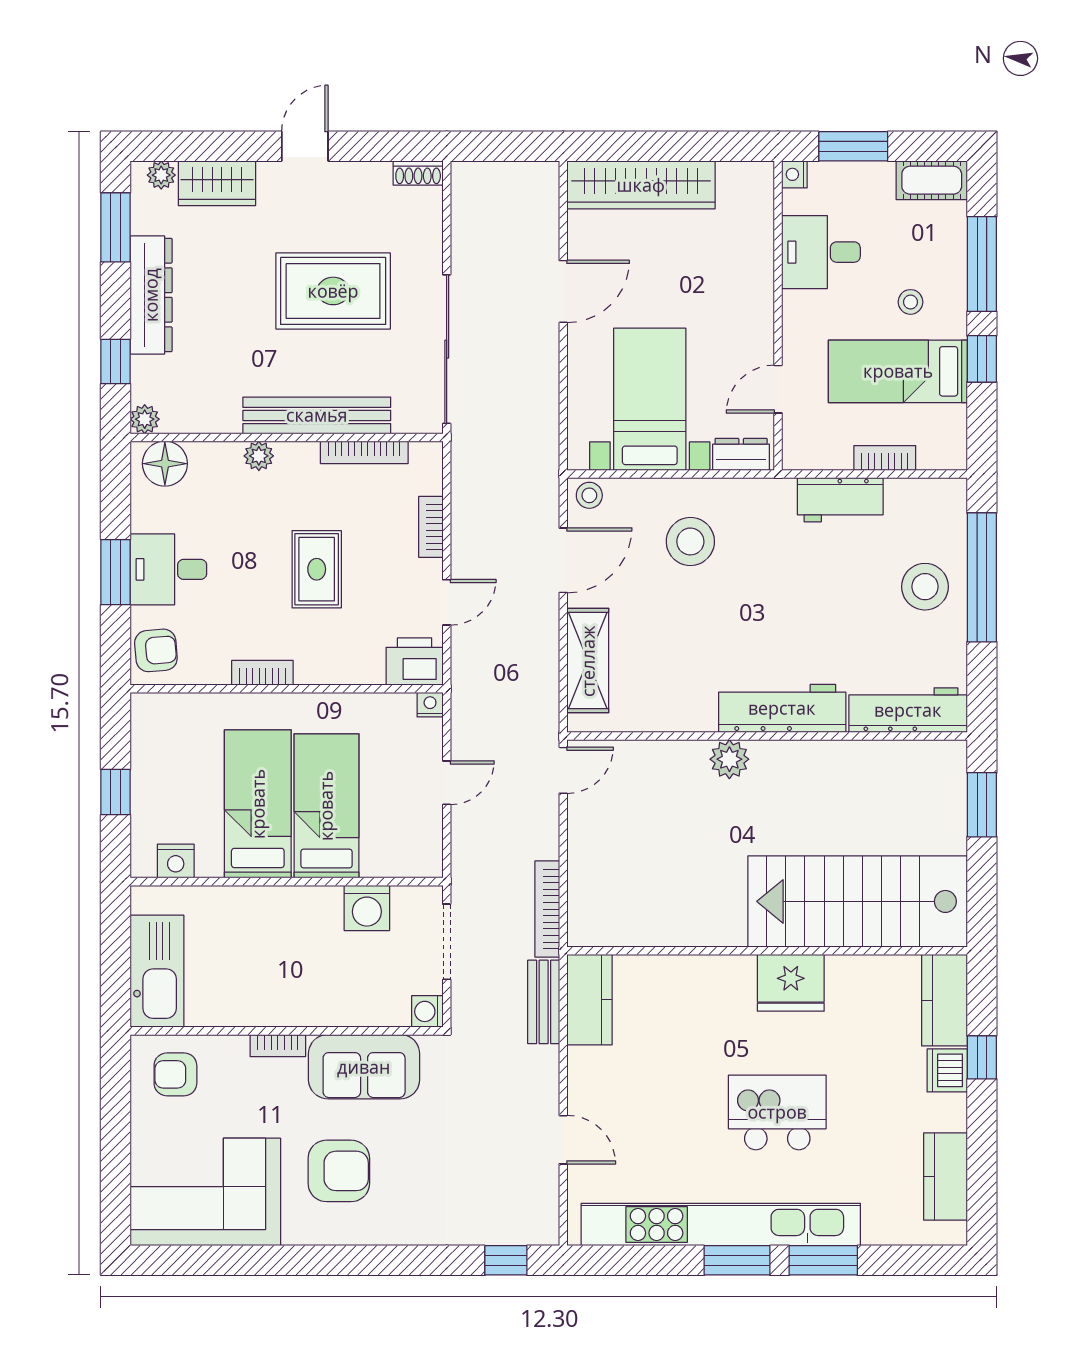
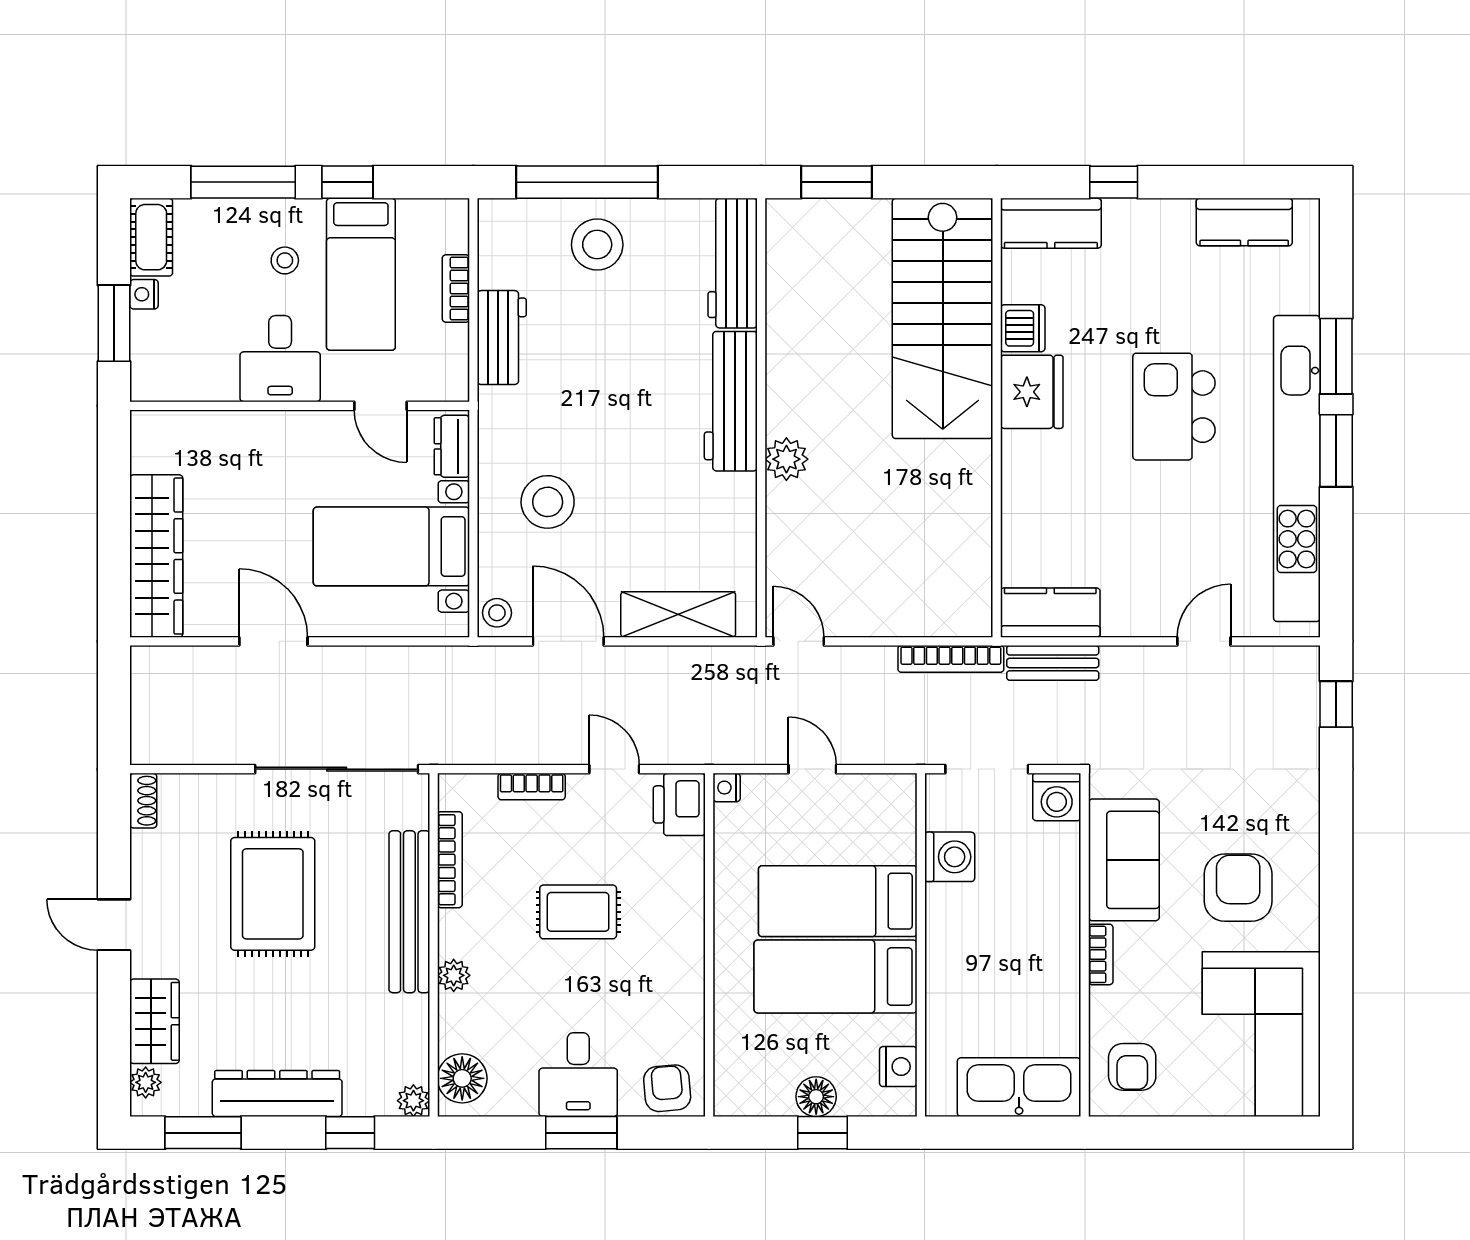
nightstand: (794, 174) -> (144, 294), moved, turned 90
desk: (821, 252) -> (280, 359), moved
bookcase: (262, 673) -> (692, 971), removed
floor lamp: (148, 786) -> (816, 1097), added
washing machine: (427, 1011) -> (1057, 797), width x1.38, depth x1.38
dishwasher: (947, 1070) -> (1023, 328), moved, turned -90

